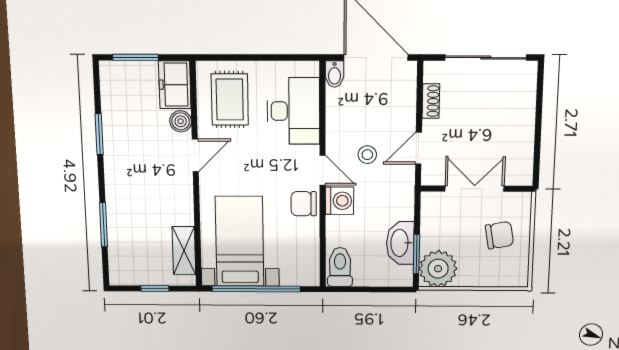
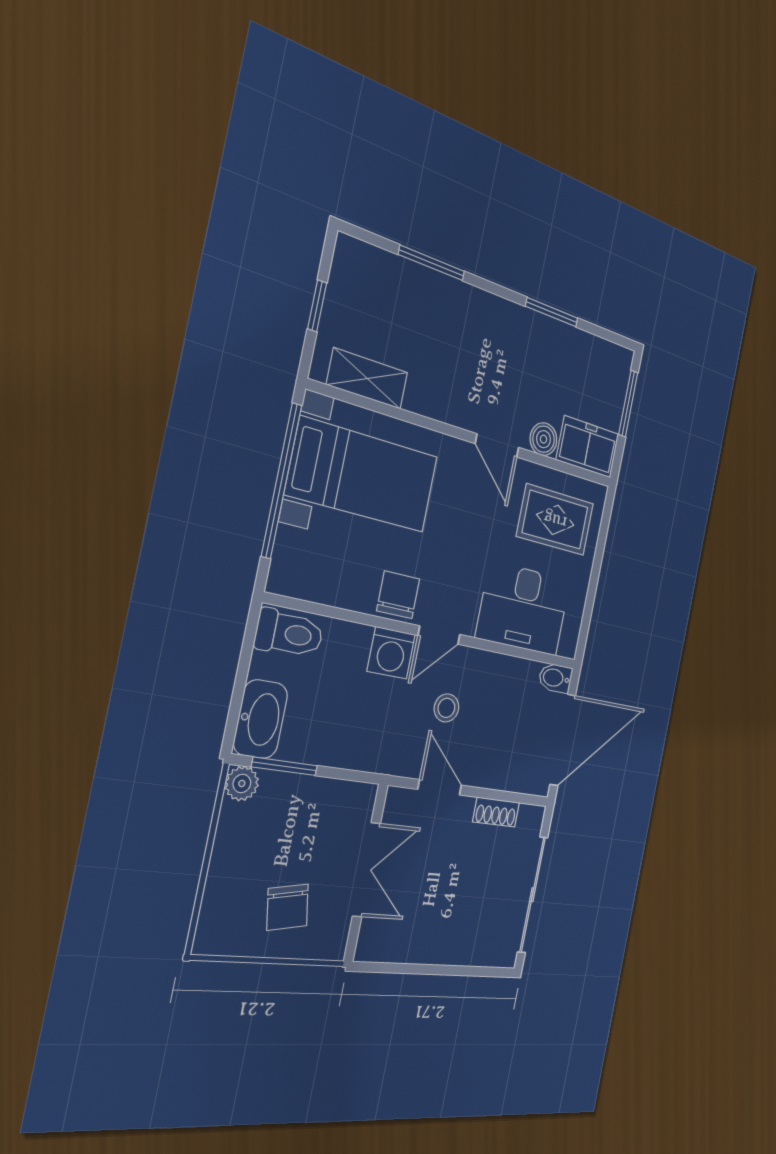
washbasin: (400, 243) -> (261, 719), moved, turned 90
plant: (438, 269) -> (242, 783), width x0.53, depth x0.53

